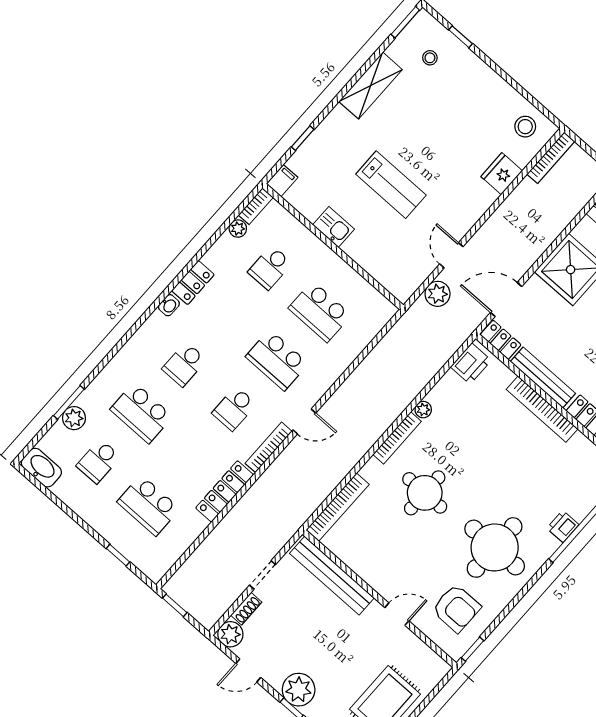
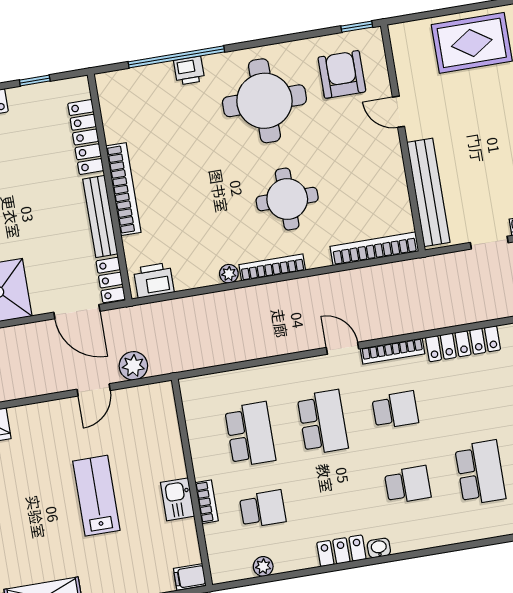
bookcase: (256, 206) -> (207, 502), moved, turned 90

